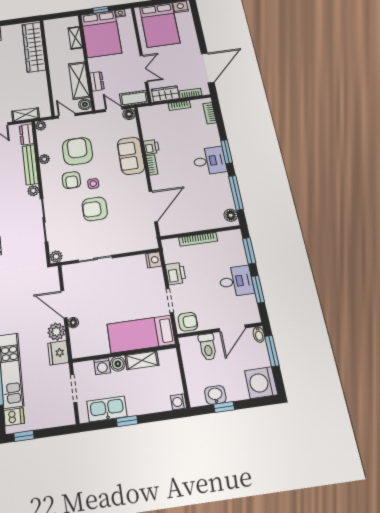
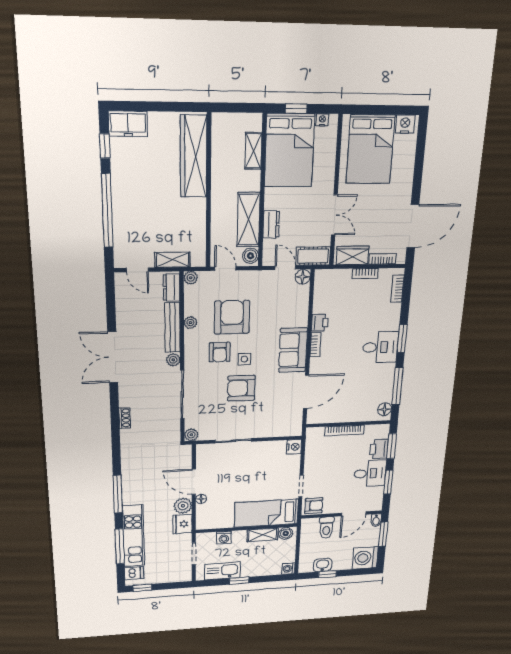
sofa: (131, 156) -> (293, 350), moved
printer: (176, 273) -> (379, 449), moved, turned 180
boiler: (118, 364) -> (286, 533), moved

